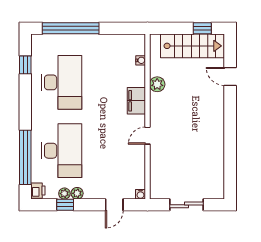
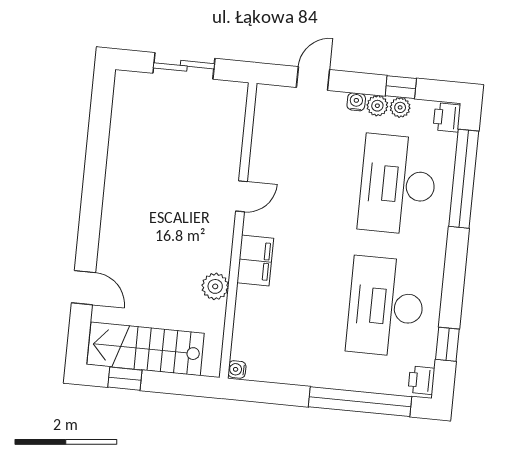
printer: (38, 43) -> (421, 380), added
water cooler: (141, 60) -> (237, 369), moved
water cooler: (140, 194) -> (356, 102), moved

